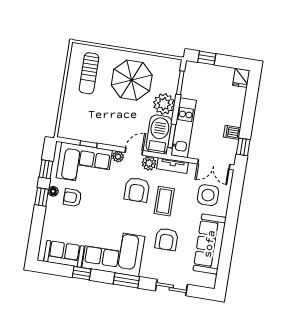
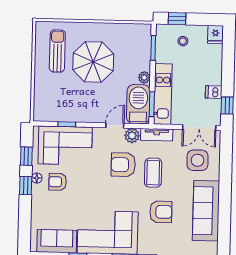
sun lounger: (89, 73) -> (57, 51), turned 180
parasol: (132, 80) -> (93, 62), moved
stool: (209, 80) -> (183, 41), added
plant: (164, 104) -> (144, 77), width x0.53, depth x0.53
plant: (118, 157) -> (99, 133), removed
armchair: (137, 190) -> (123, 165), turned 90
armchair: (167, 239) -> (161, 212), turned -90

